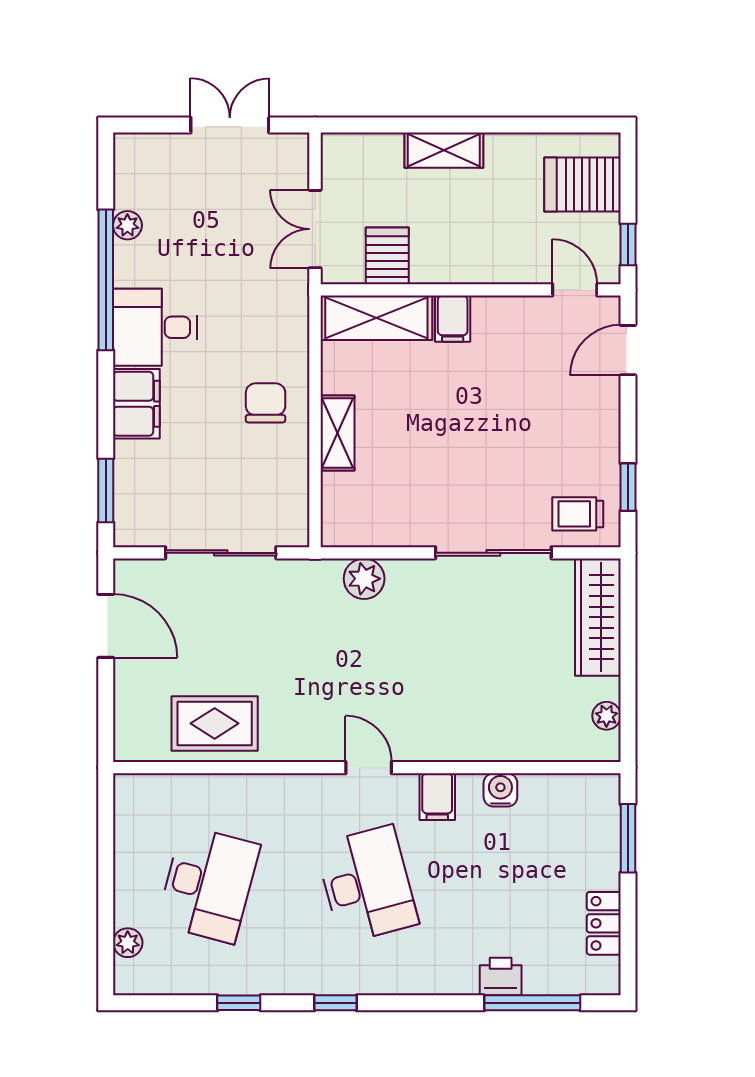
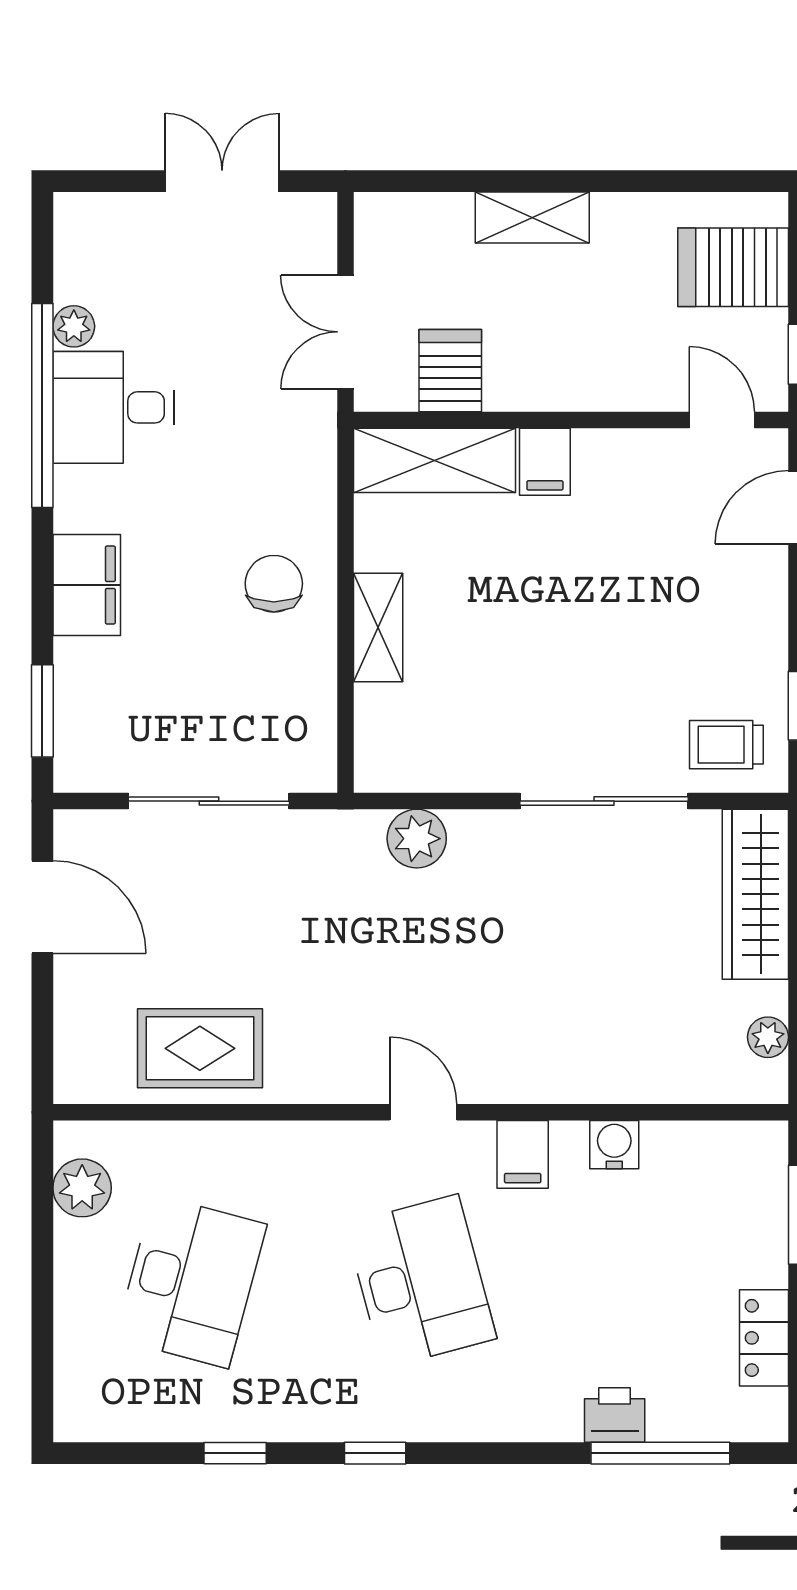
desk: (155, 327) -> (113, 407), moved
plant: (128, 943) -> (82, 1188), moved, width x1.38, depth x1.38

